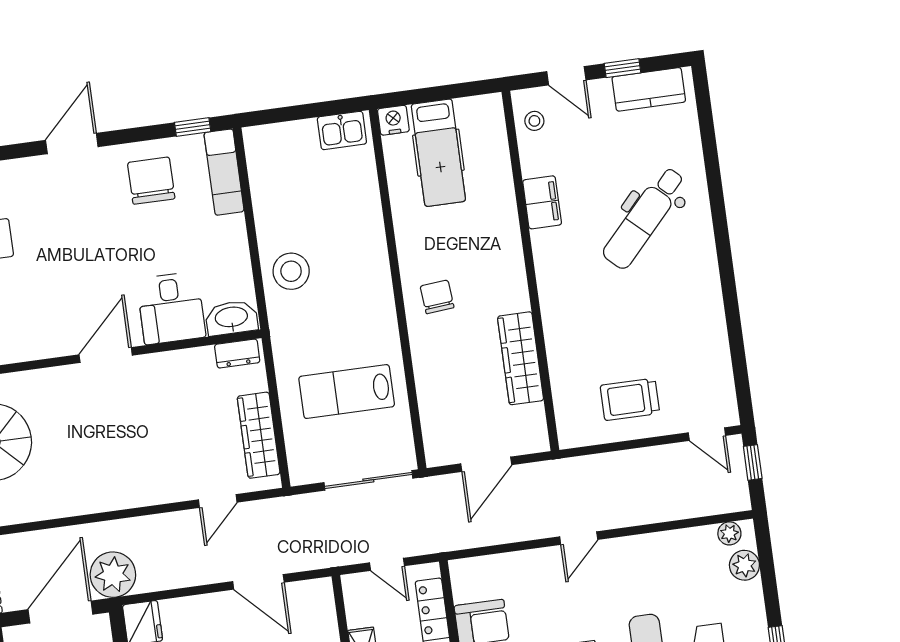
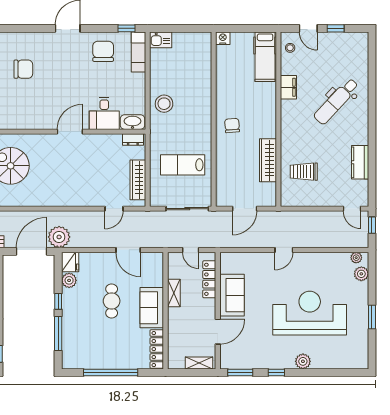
kitchen counter: (649, 89) -> (360, 162), moved, turned 90
kitchen sink: (342, 130) -> (161, 40), moved
hospital bed: (438, 153) -> (265, 57), moved
trolley: (630, 399) -> (304, 172), moved

